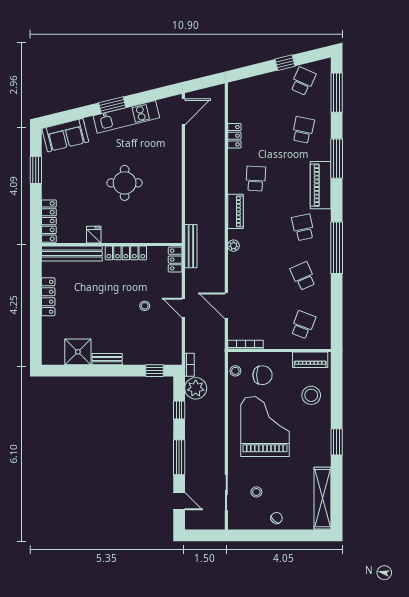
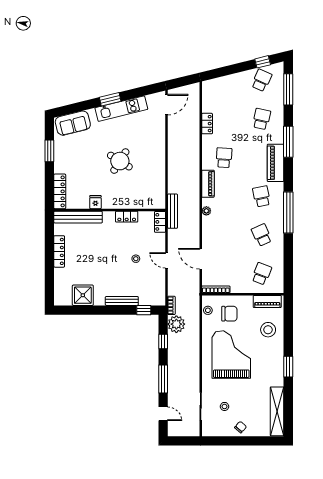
window: (285, 63) -> (263, 62), moved
round table: (125, 183) -> (120, 161), turned 32
locker: (126, 253) -> (127, 217), width x0.66
bench: (107, 359) -> (122, 301), moved, width x1.36

